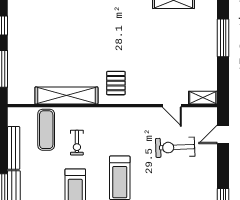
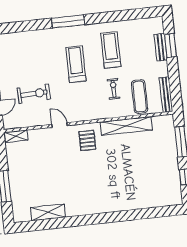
door: (172, 106) -> (60, 125), moved
bench: (14, 148) -> (166, 95), moved

